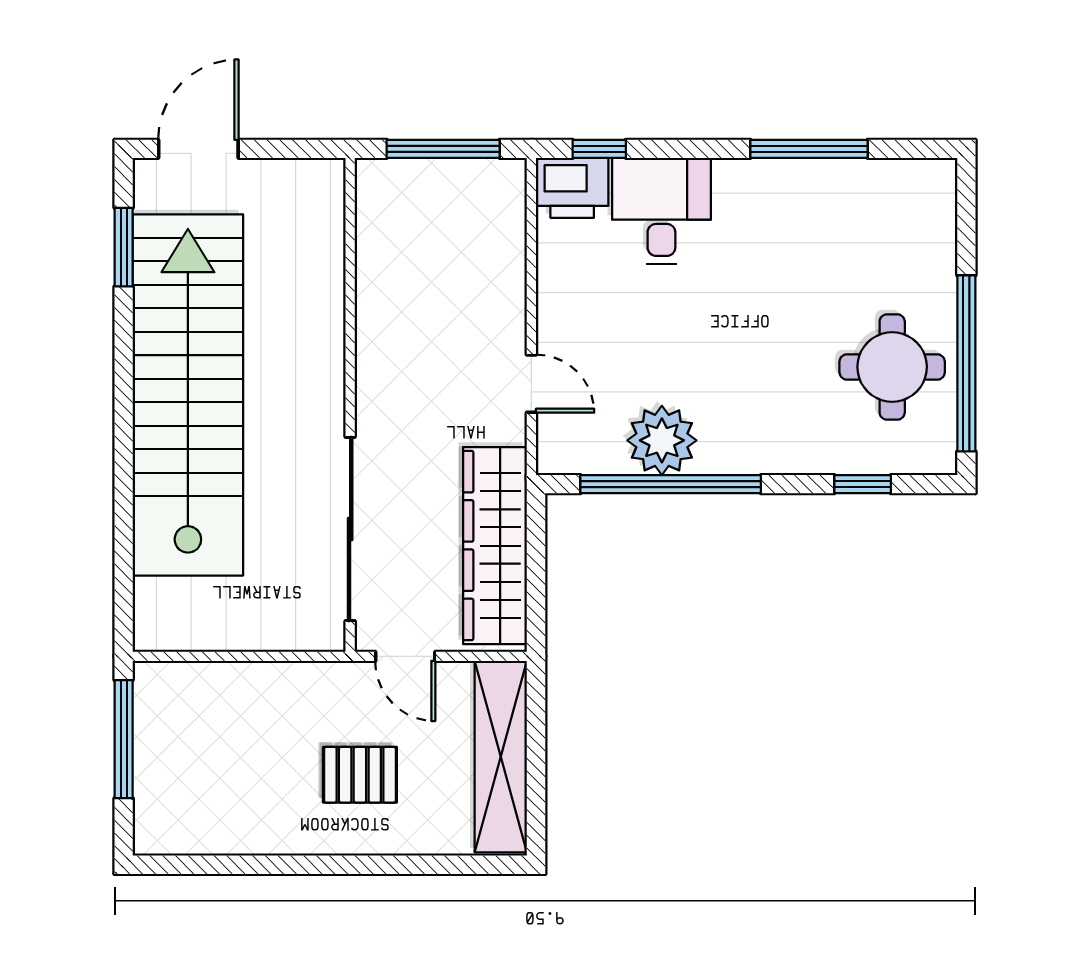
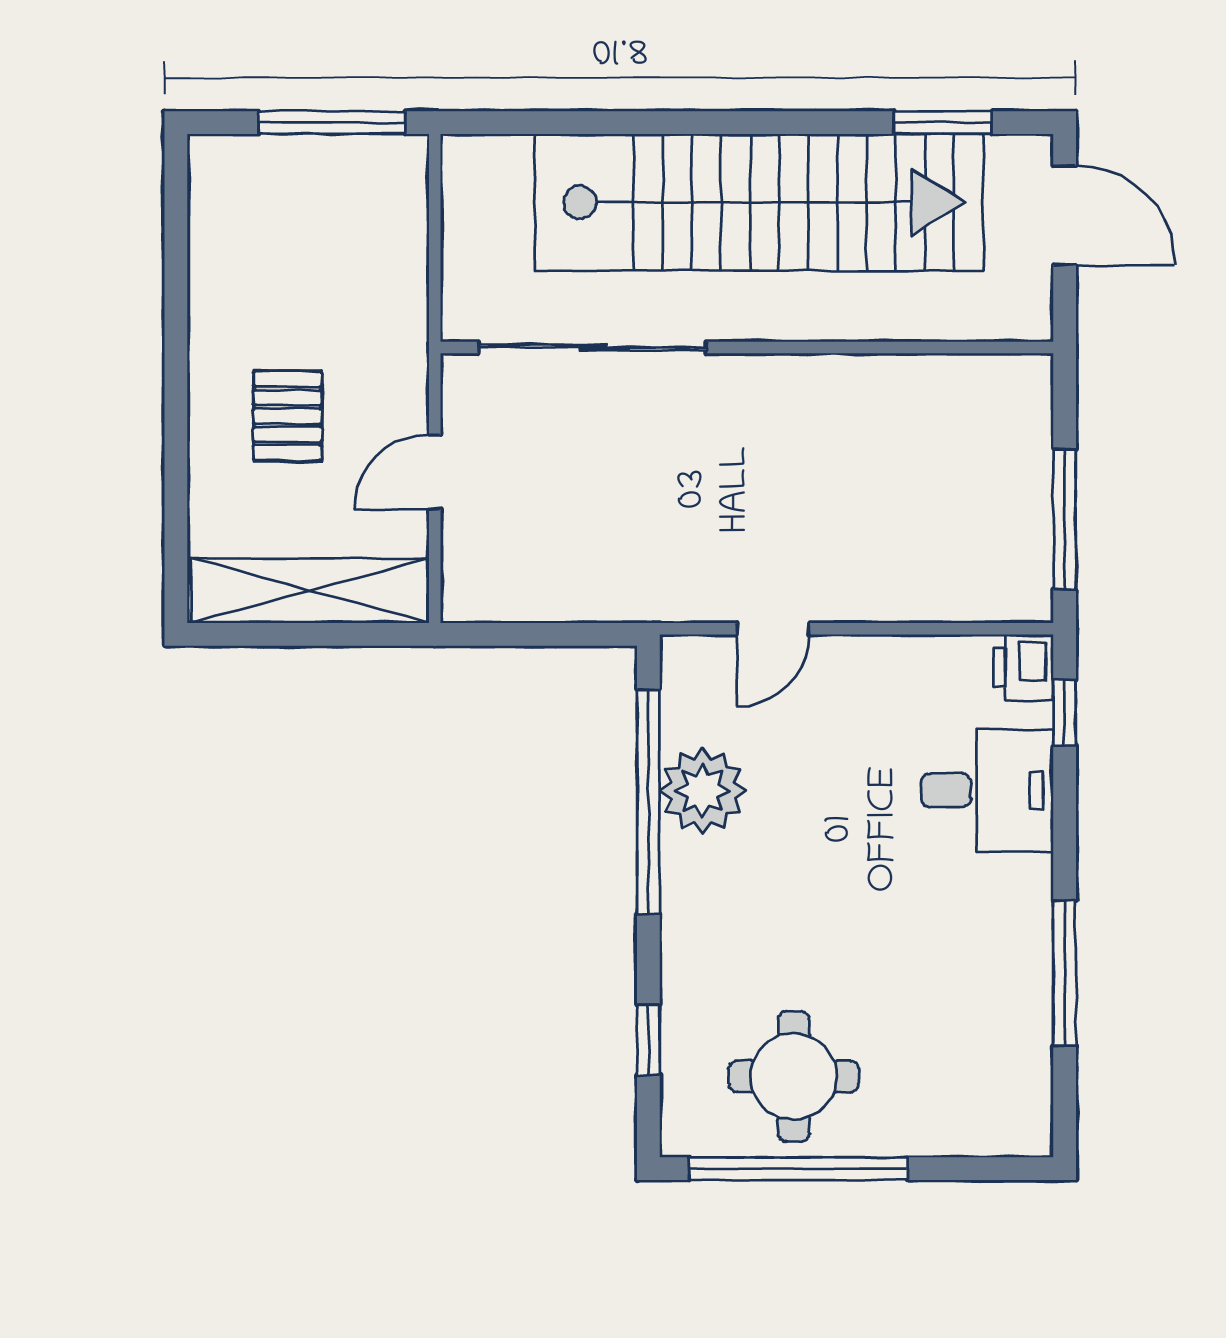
printer: (572, 188) -> (1023, 667), width x0.73, depth x0.81
wall: (350, 405) -> (747, 348), moved
sliding door: (350, 529) -> (593, 348), moved
wardrobe: (495, 546) -> (572, 584), removed

